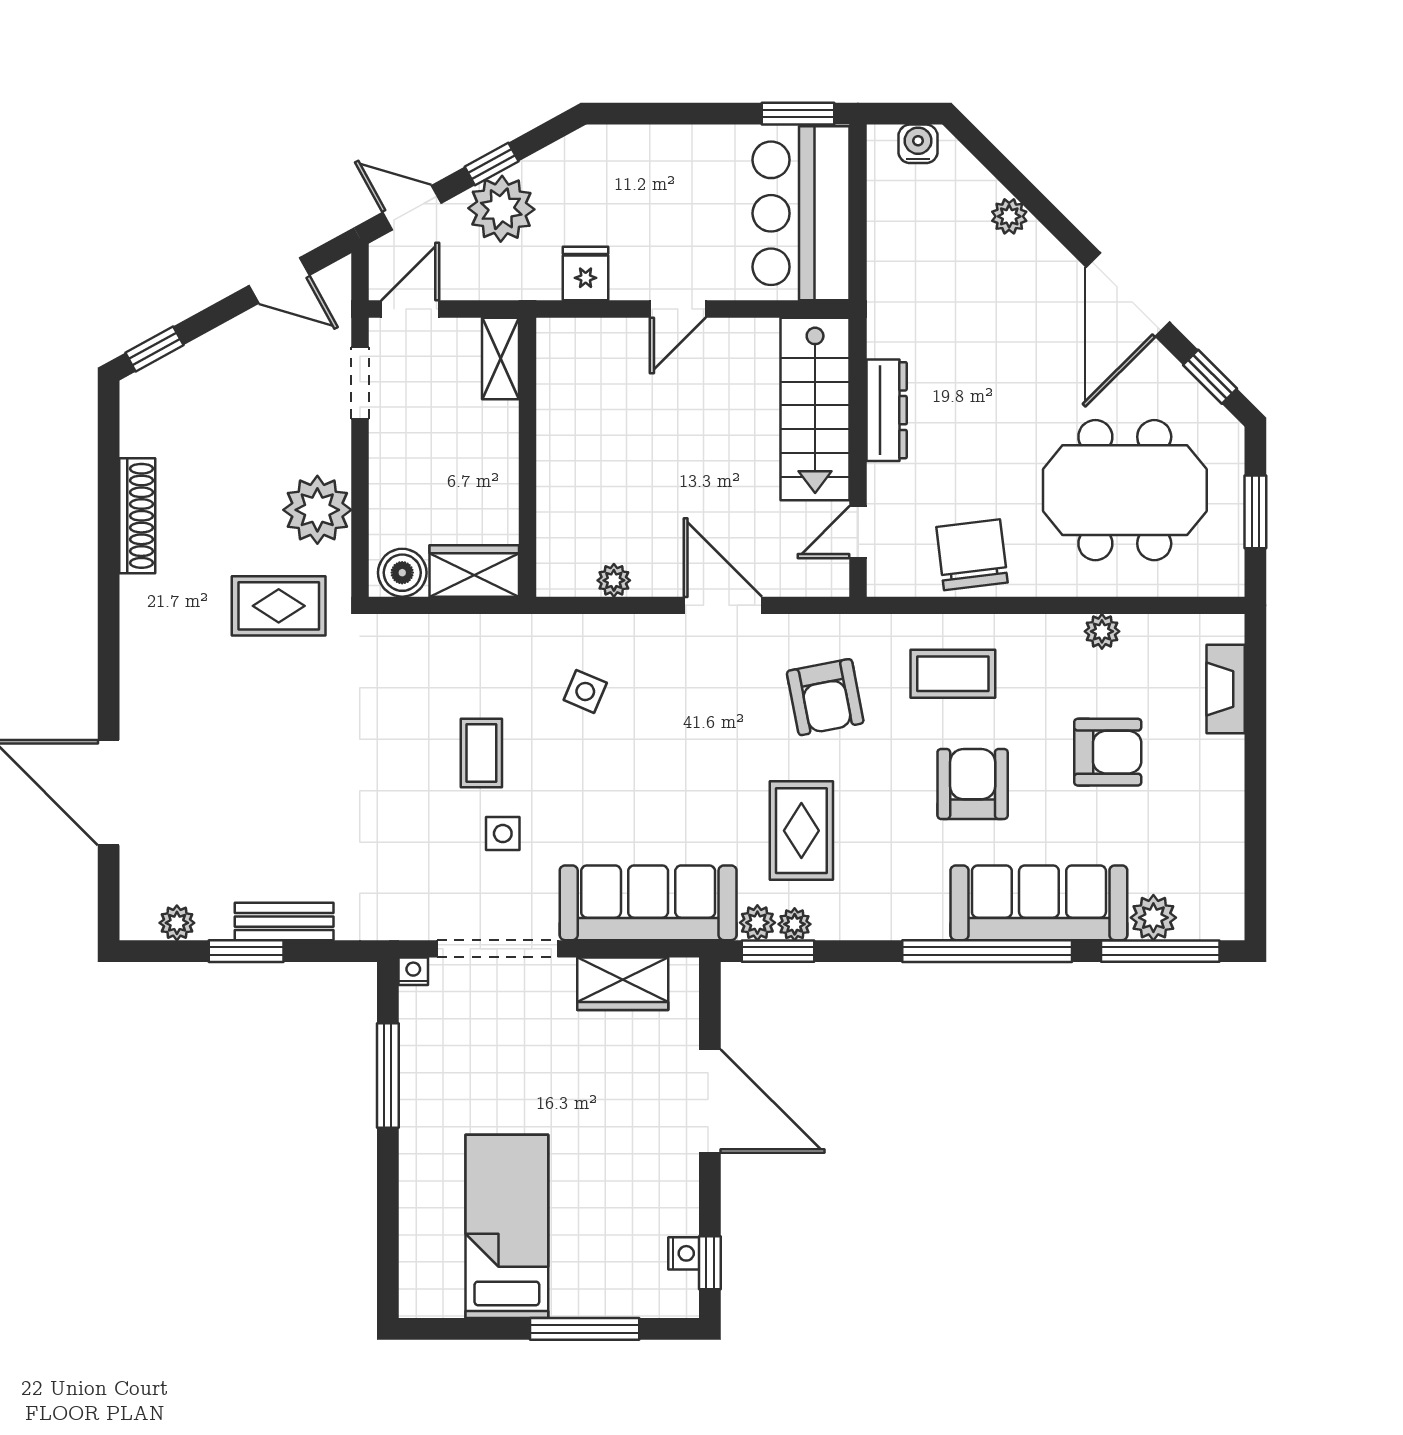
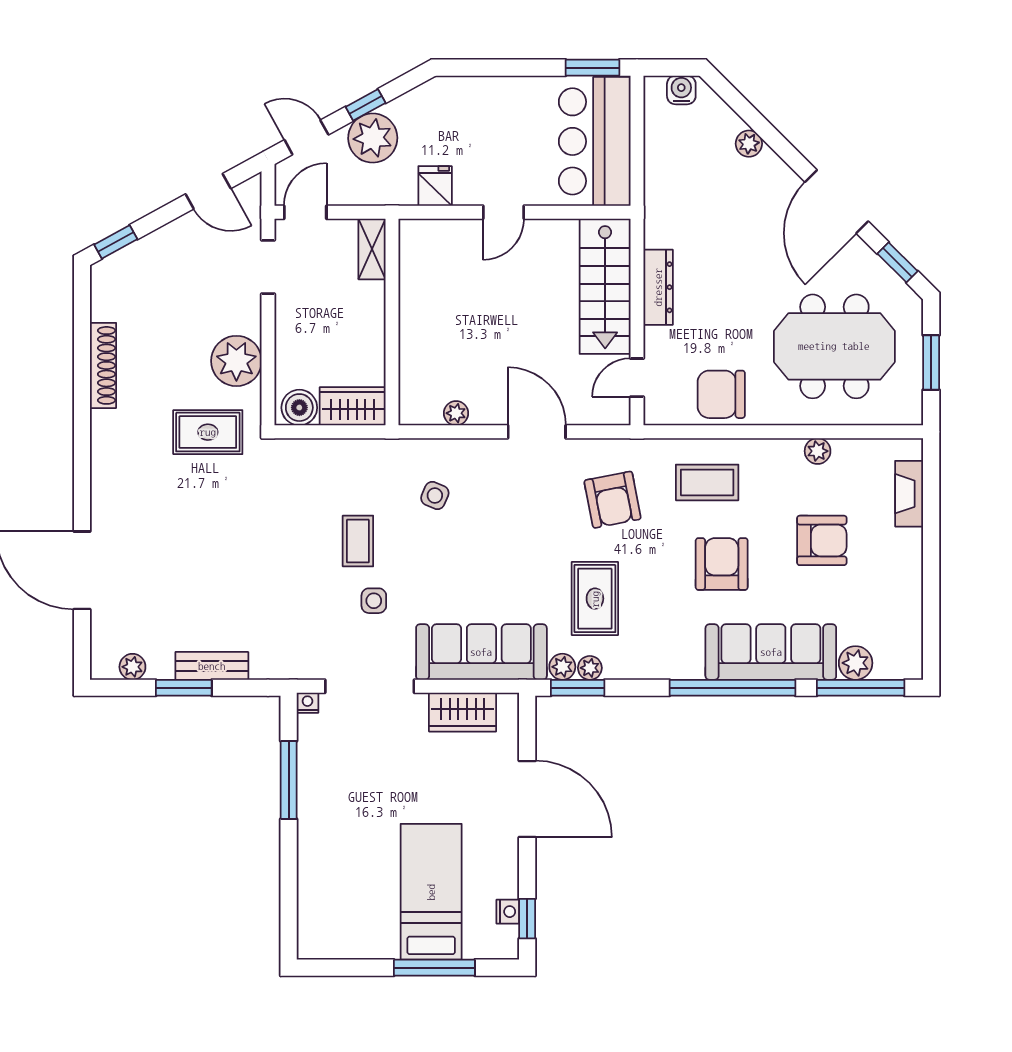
chair: (972, 555) -> (721, 394), turned -83
bed: (507, 1226) -> (431, 892), moved

